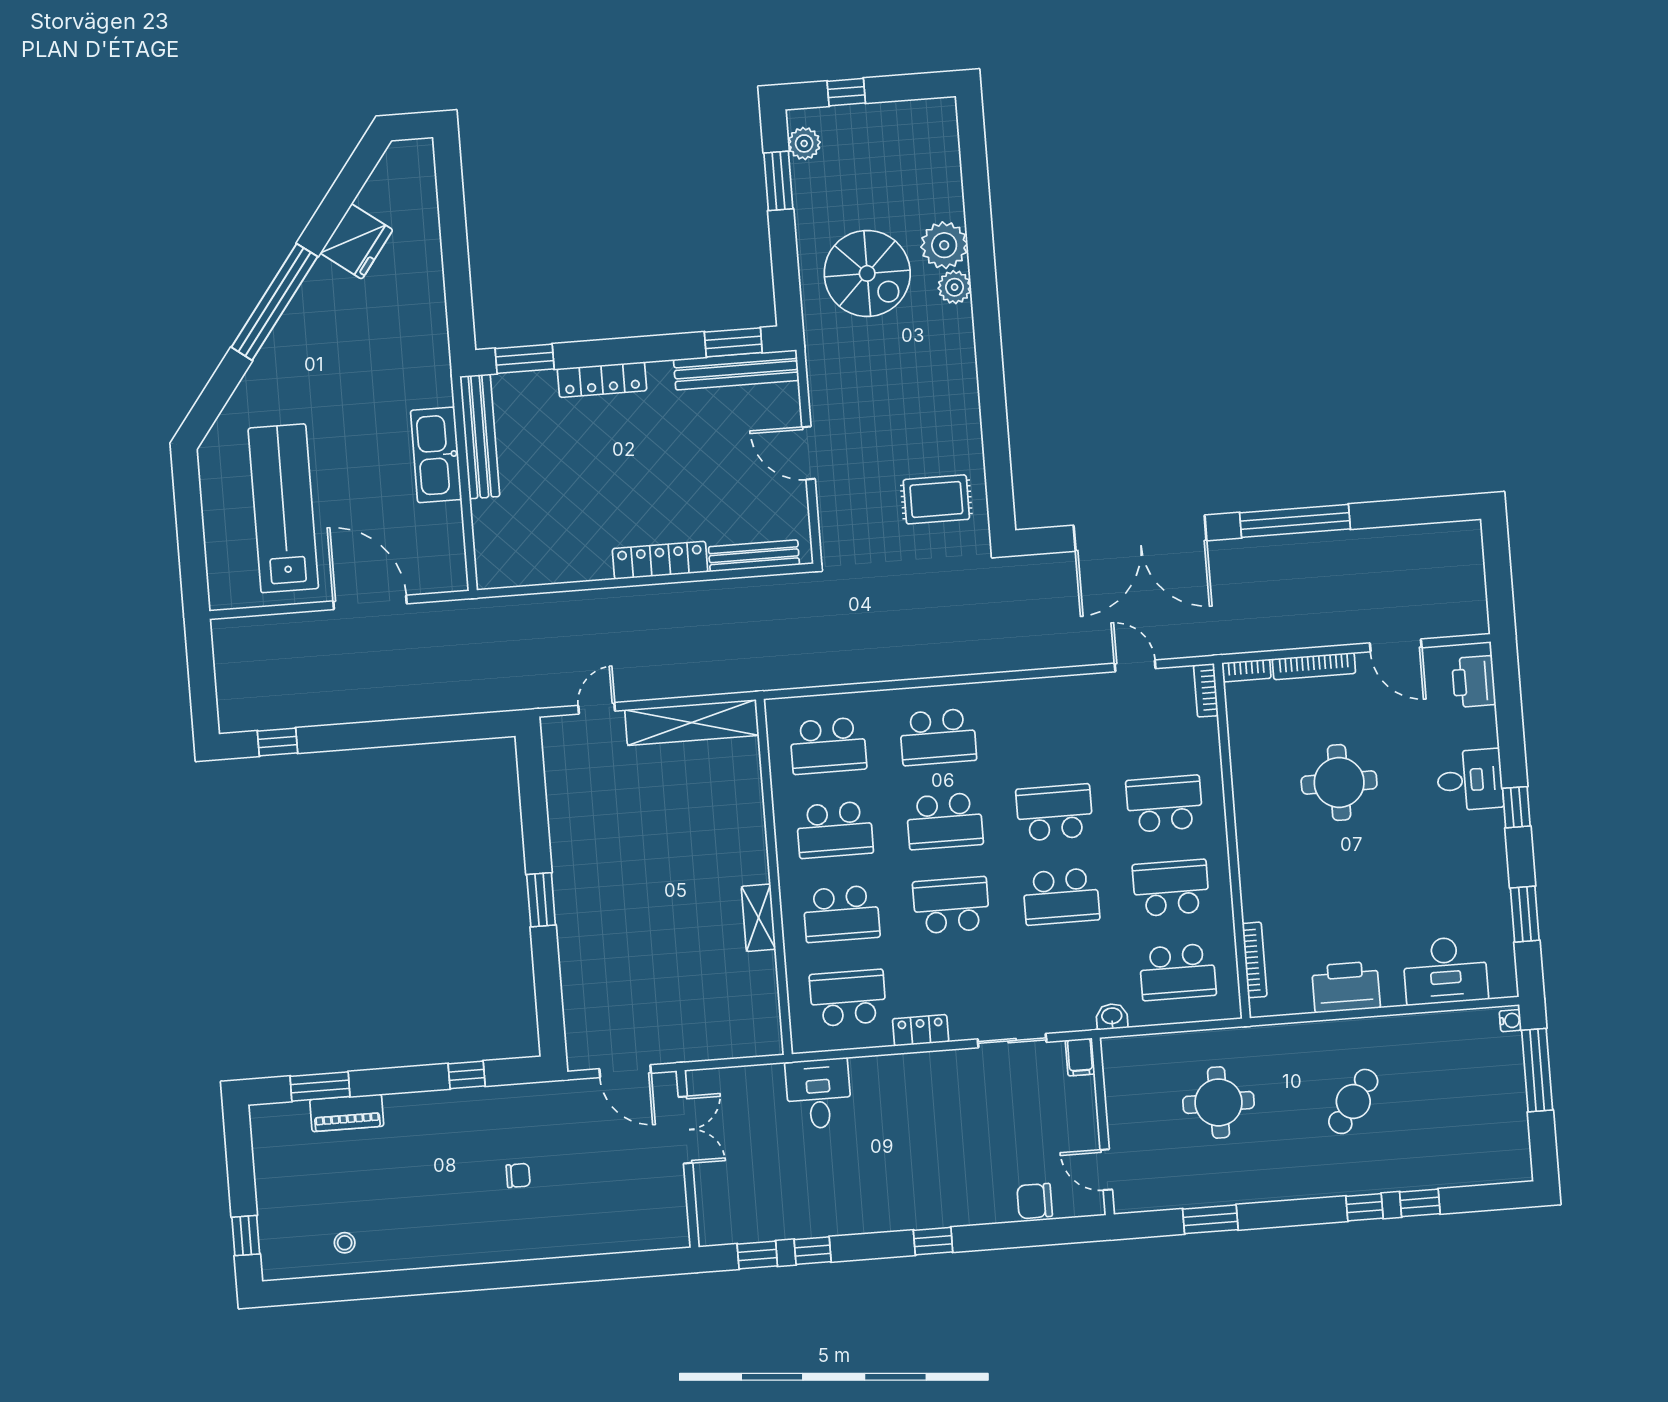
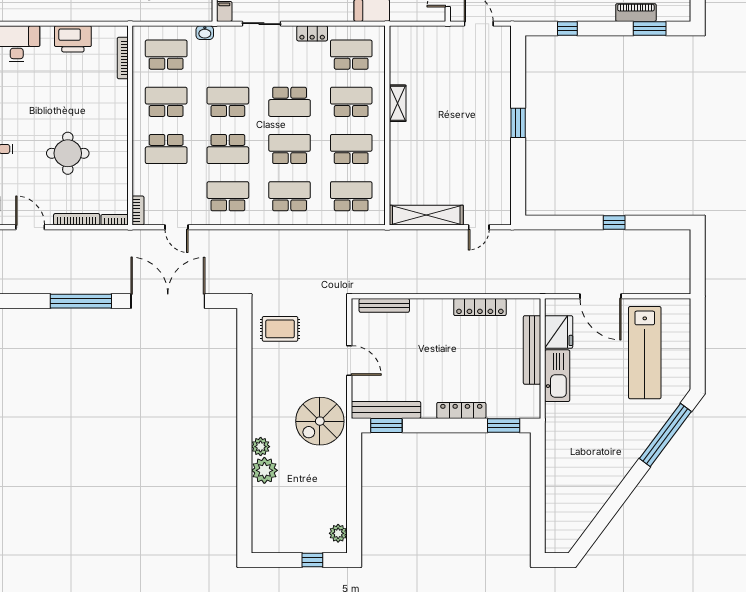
window: (778, 181) -> (354, 514), removed
fridge: (357, 241) -> (559, 332), moved, turned 143
spiral stairs: (867, 273) -> (320, 421), moved, turned -90
window: (274, 302) -> (665, 435), moved
bench: (480, 436) -> (532, 350), moved
locker: (660, 560) -> (480, 307), moved
school desk: (1048, 728) -> (228, 196), added
window: (278, 742) -> (614, 222), moved
school desk: (1171, 888) -> (166, 102), turned 180
school desk: (848, 998) -> (351, 55), turned 180

